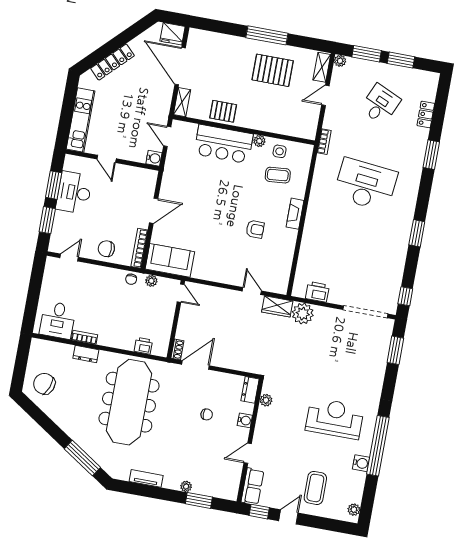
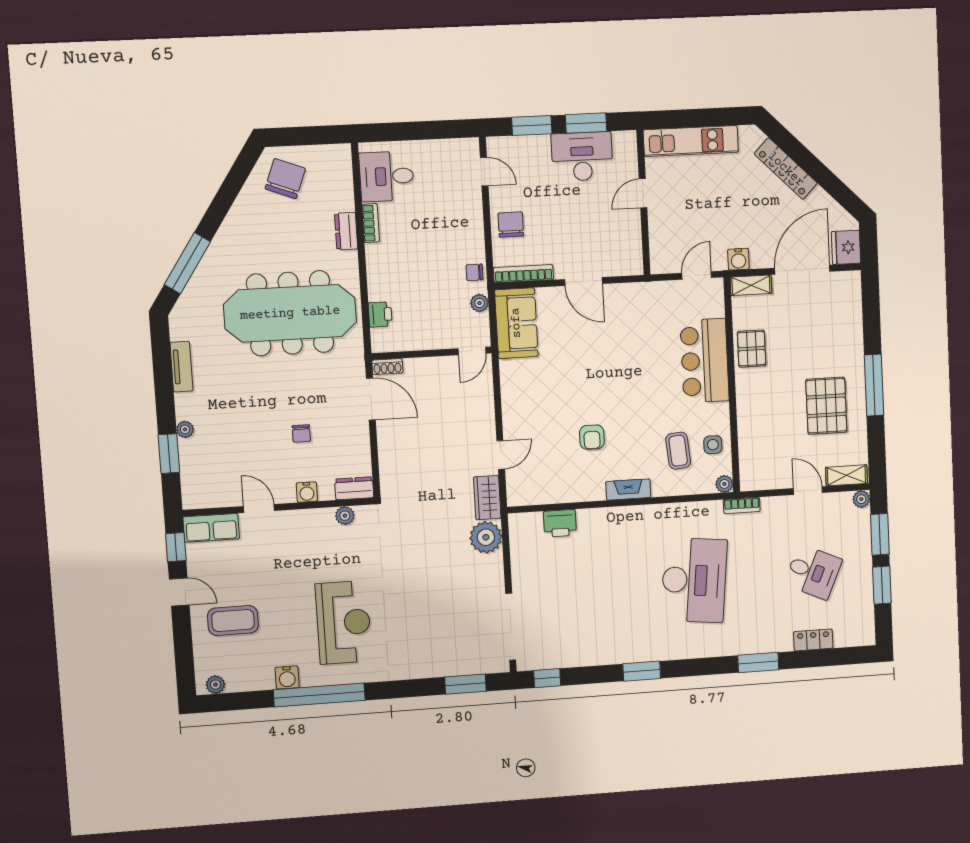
plant: (259, 141) -> (724, 484), moved
water cooler: (154, 158) -> (738, 259), moved
printer: (317, 292) -> (560, 523), moved, turned 90

